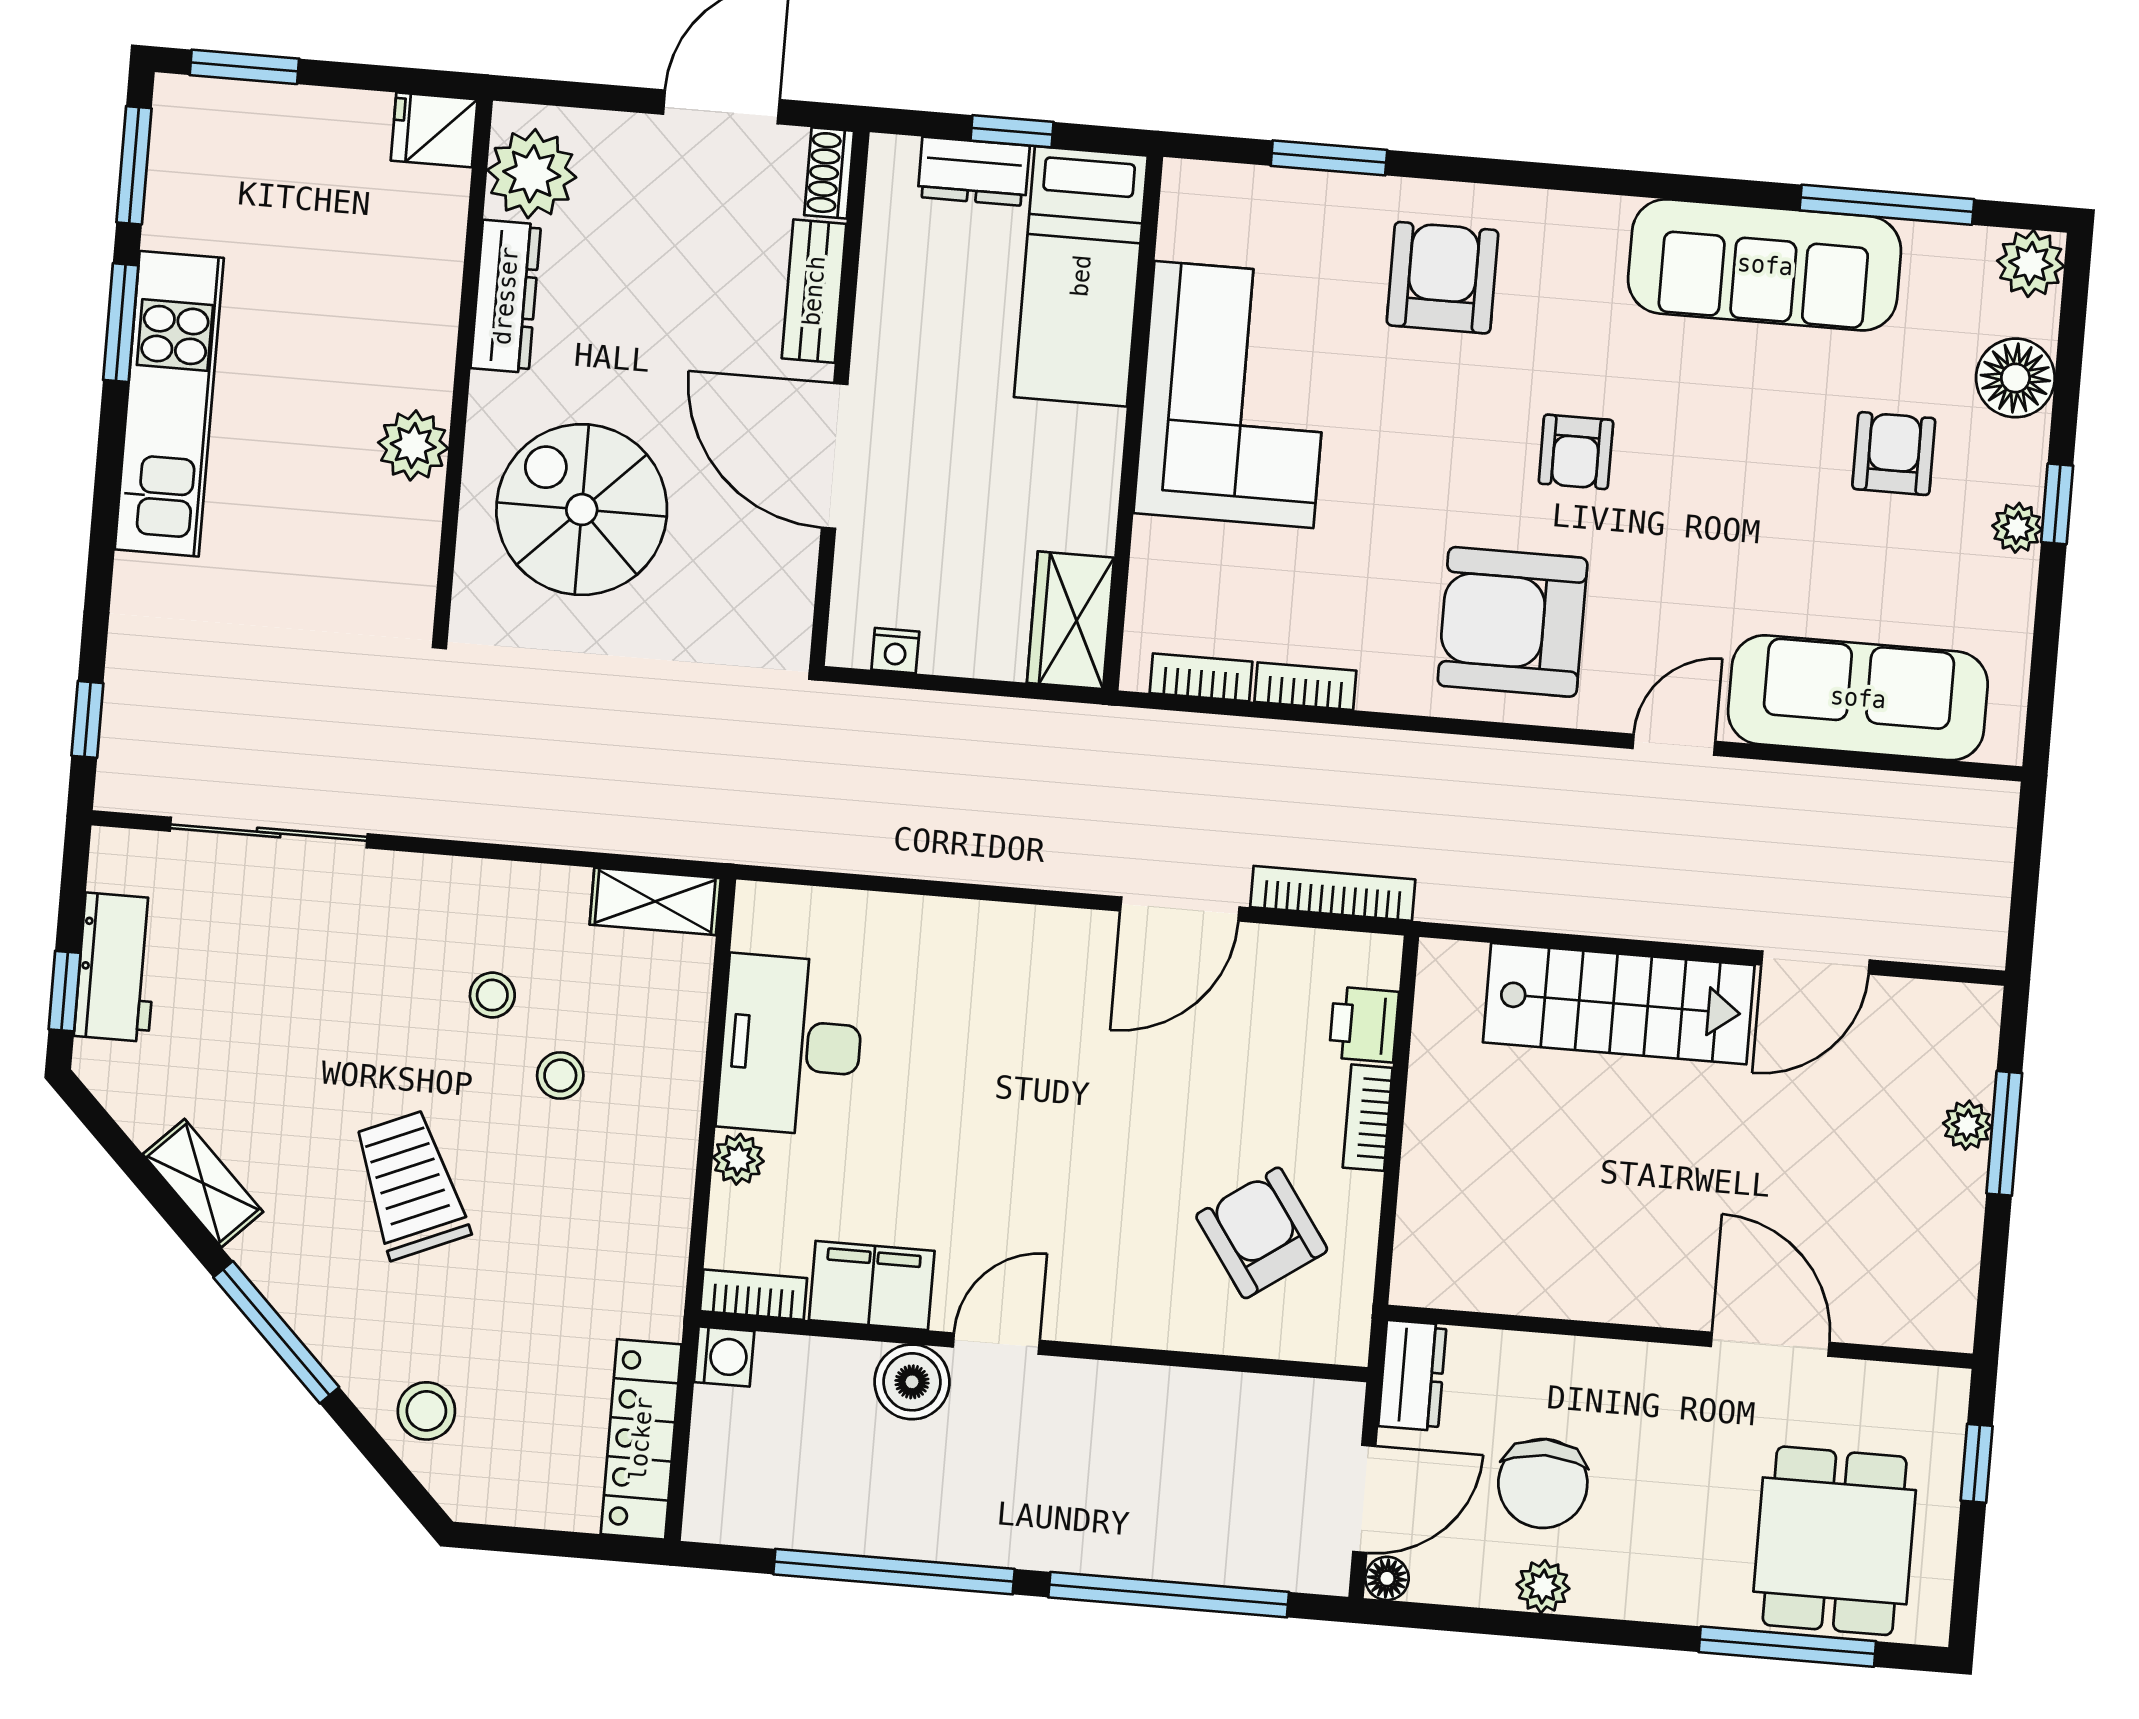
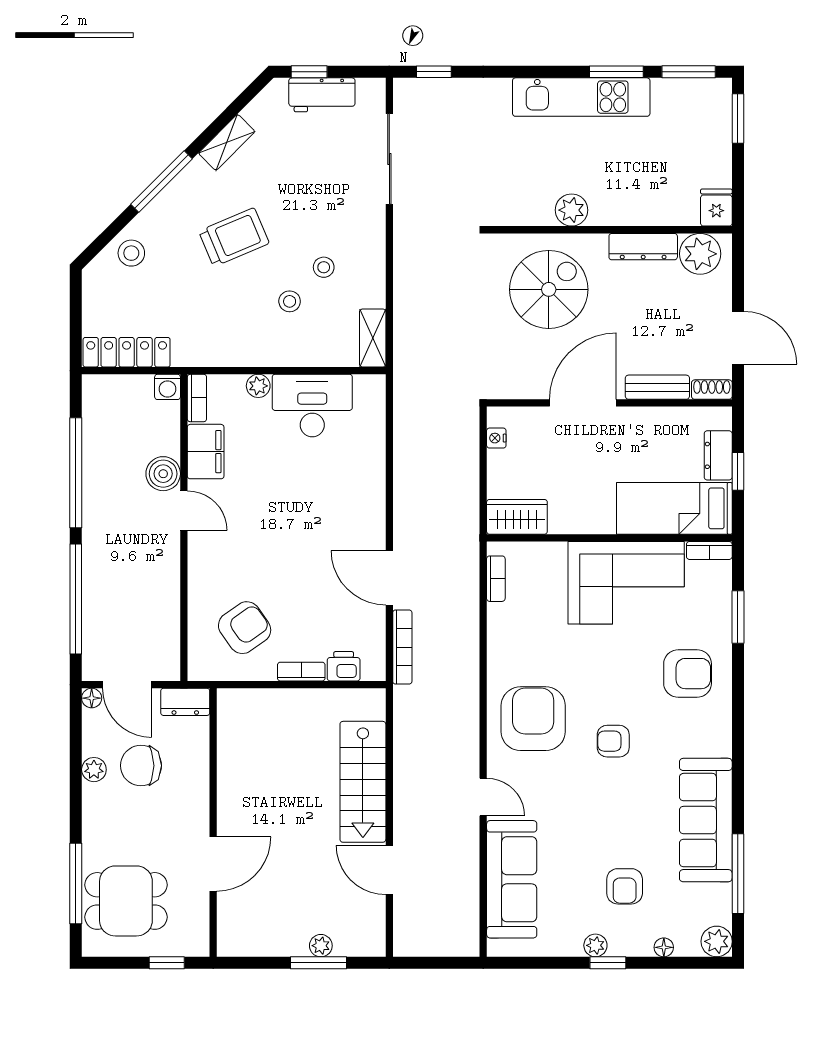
floor lamp: (2015, 378) -> (664, 947), width x0.53, depth x0.53
armchair: (1894, 454) -> (625, 886), turned 90
bookcase: (1305, 686) -> (709, 550), moved, turned 90

